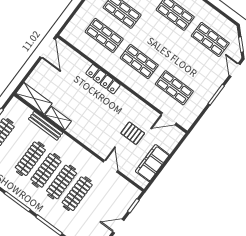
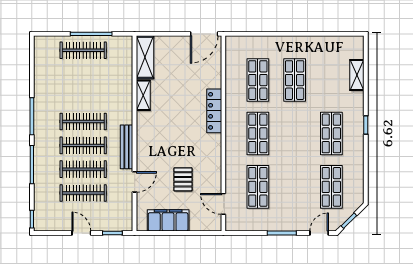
bench: (46, 126) -> (127, 147), moved
clothes rail: (30, 159) -> (83, 193), moved

